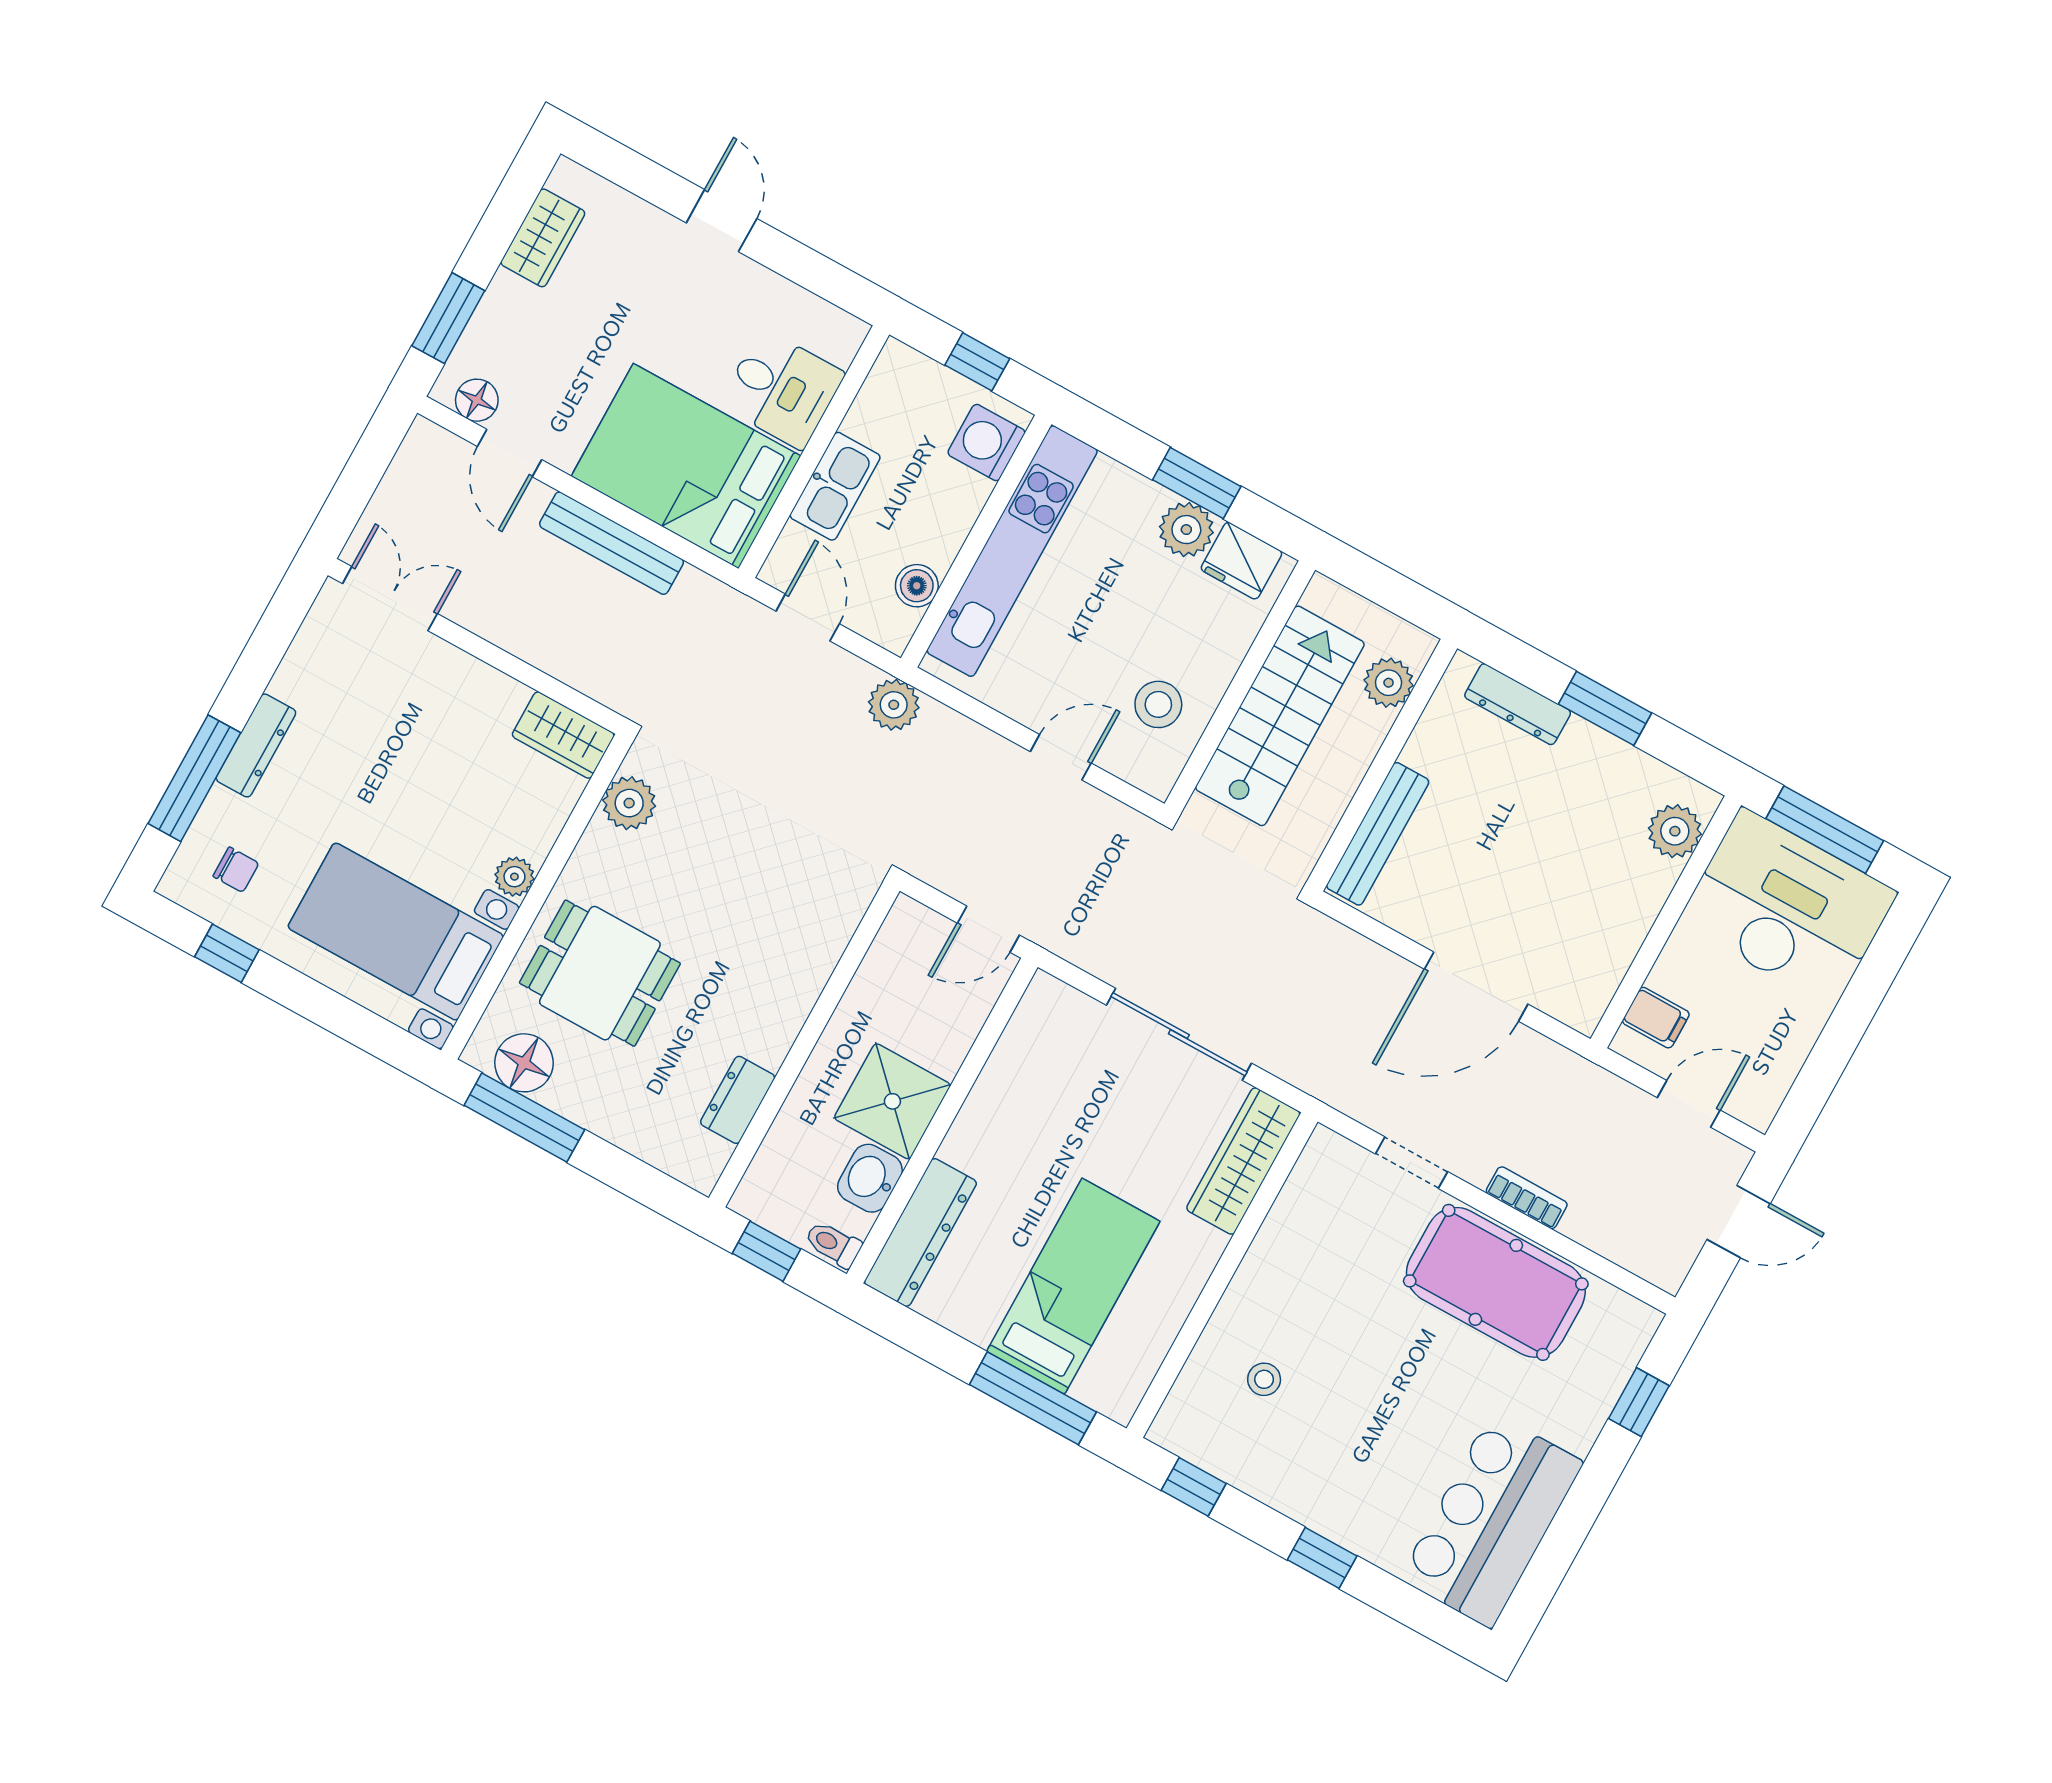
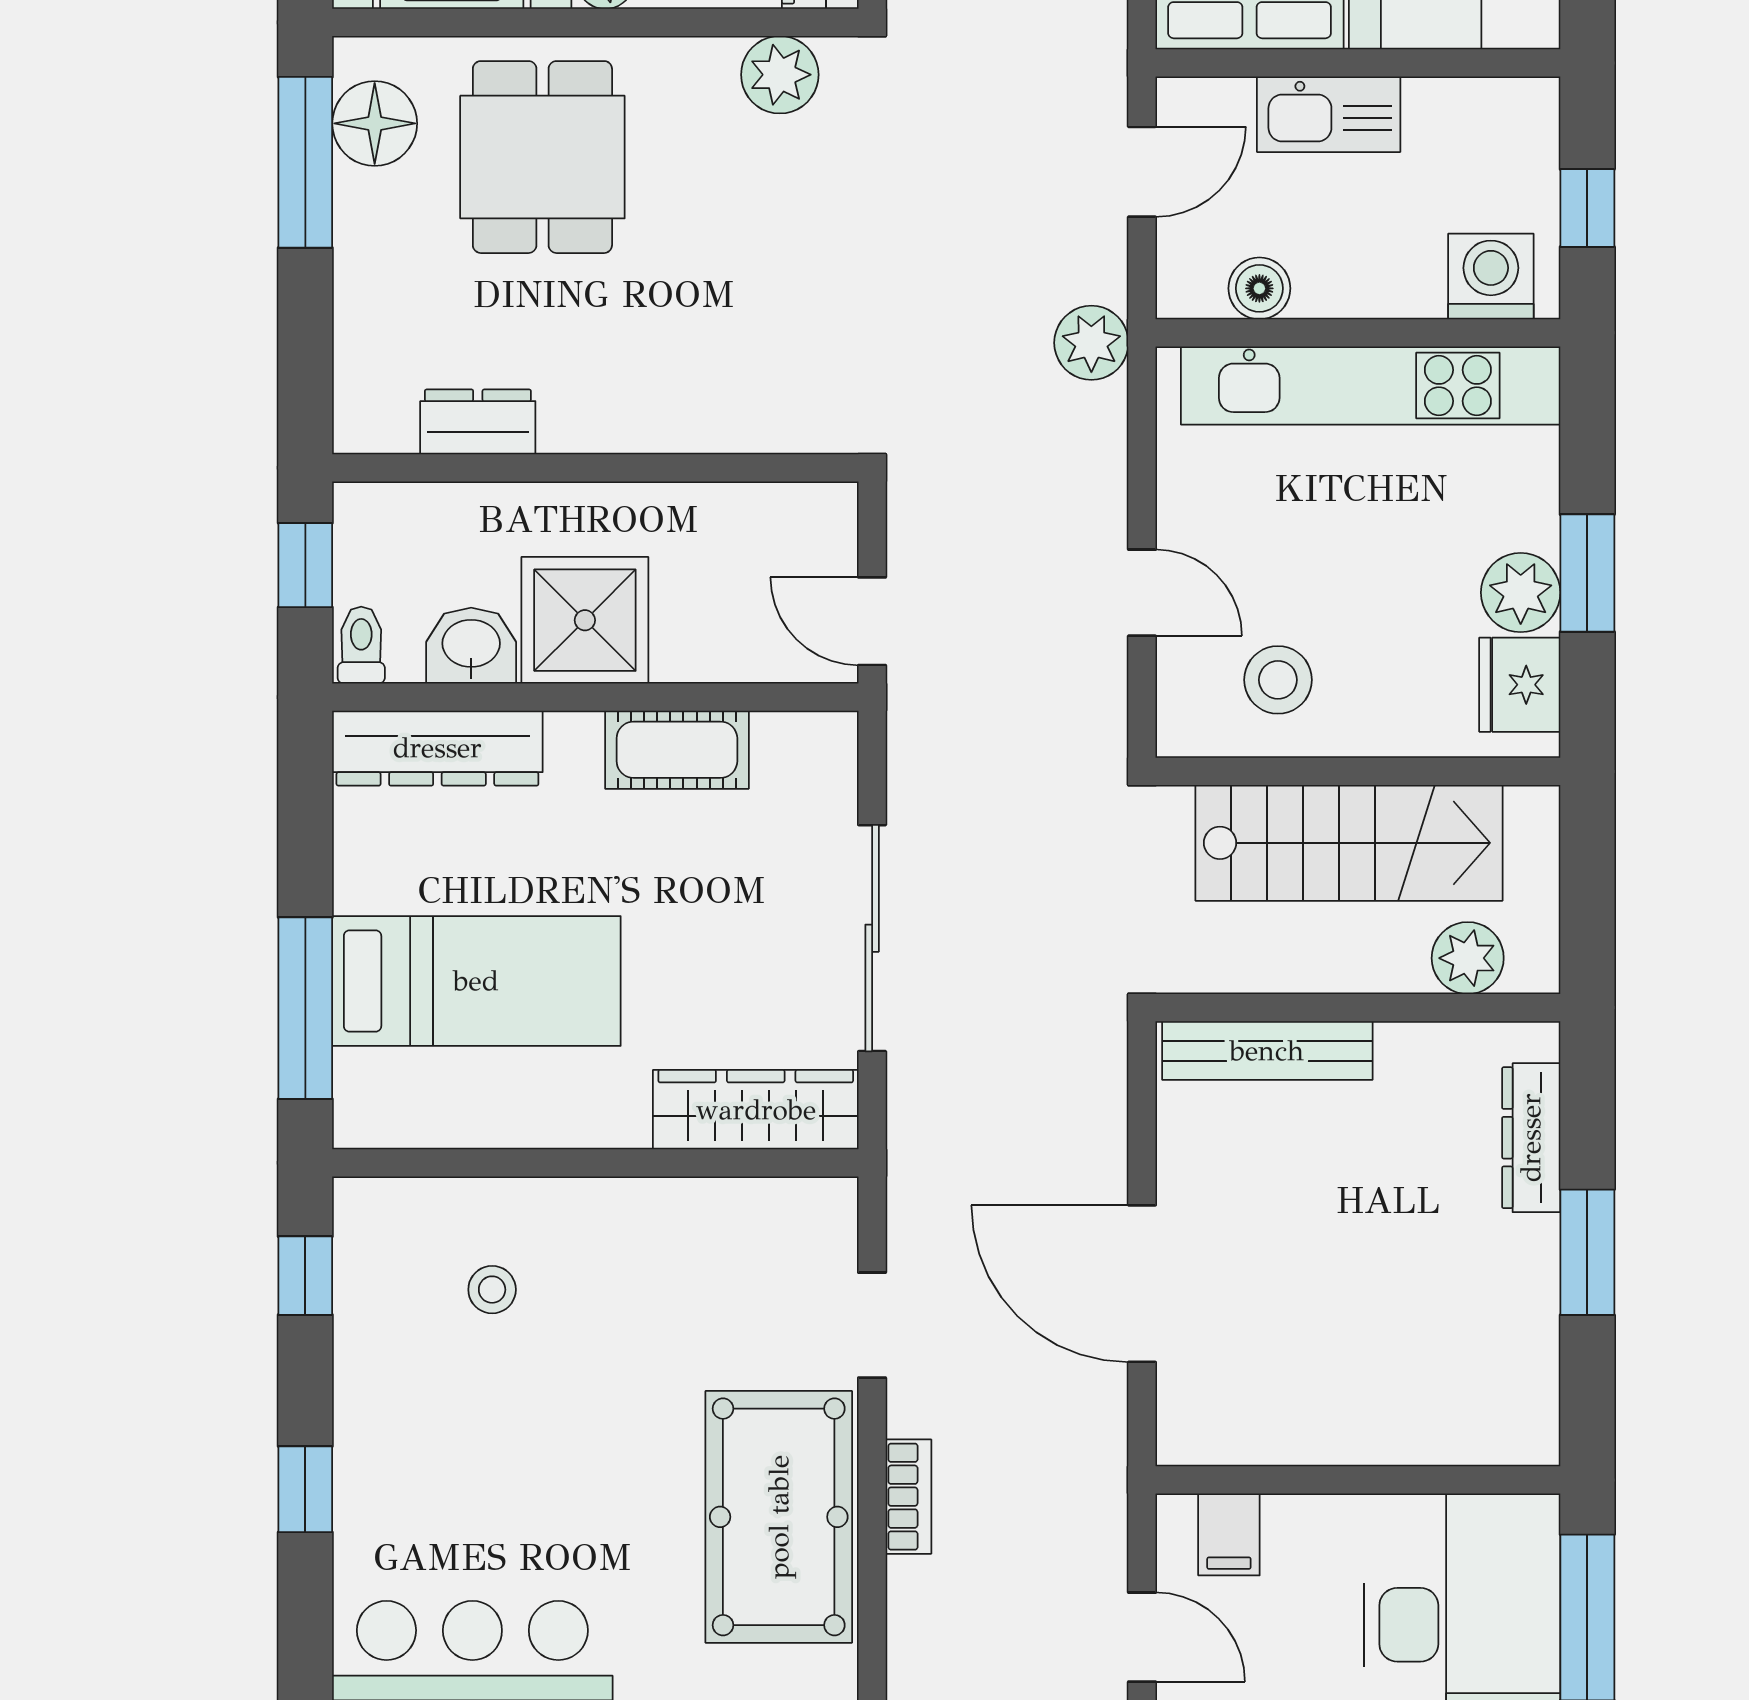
plant: (1675, 831) -> (1480, 1428), removed
cot: (1001, 1089) -> (677, 750), added

